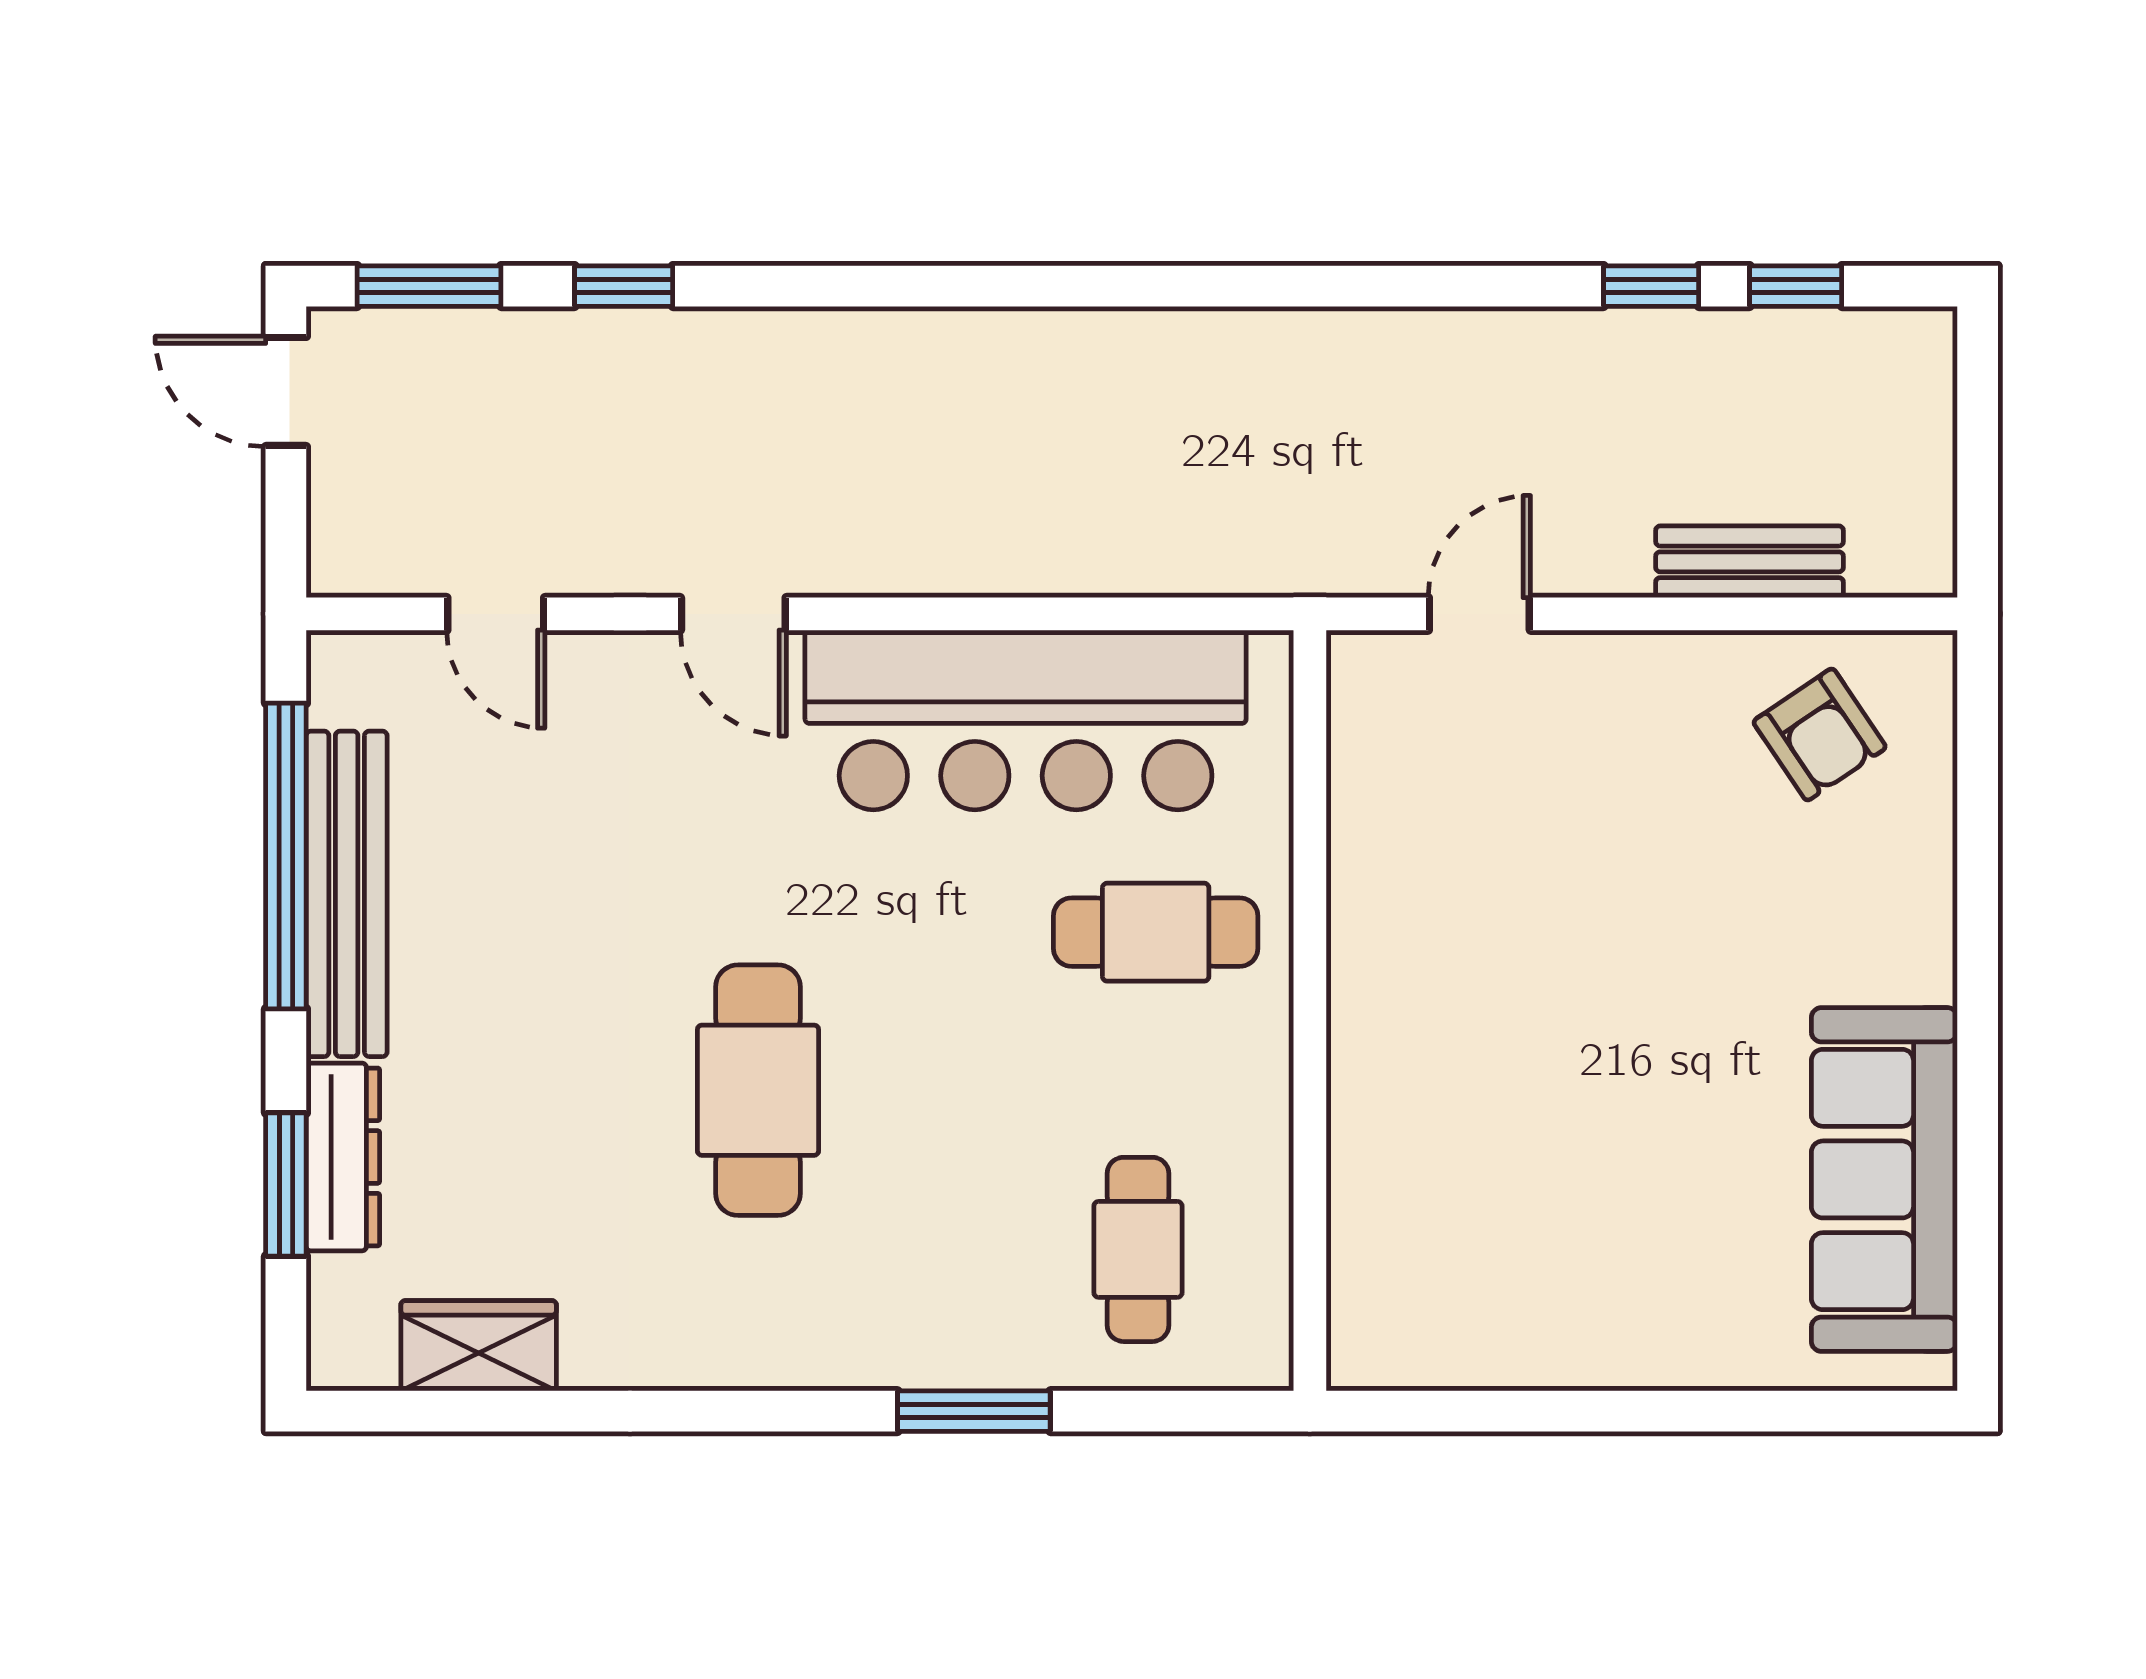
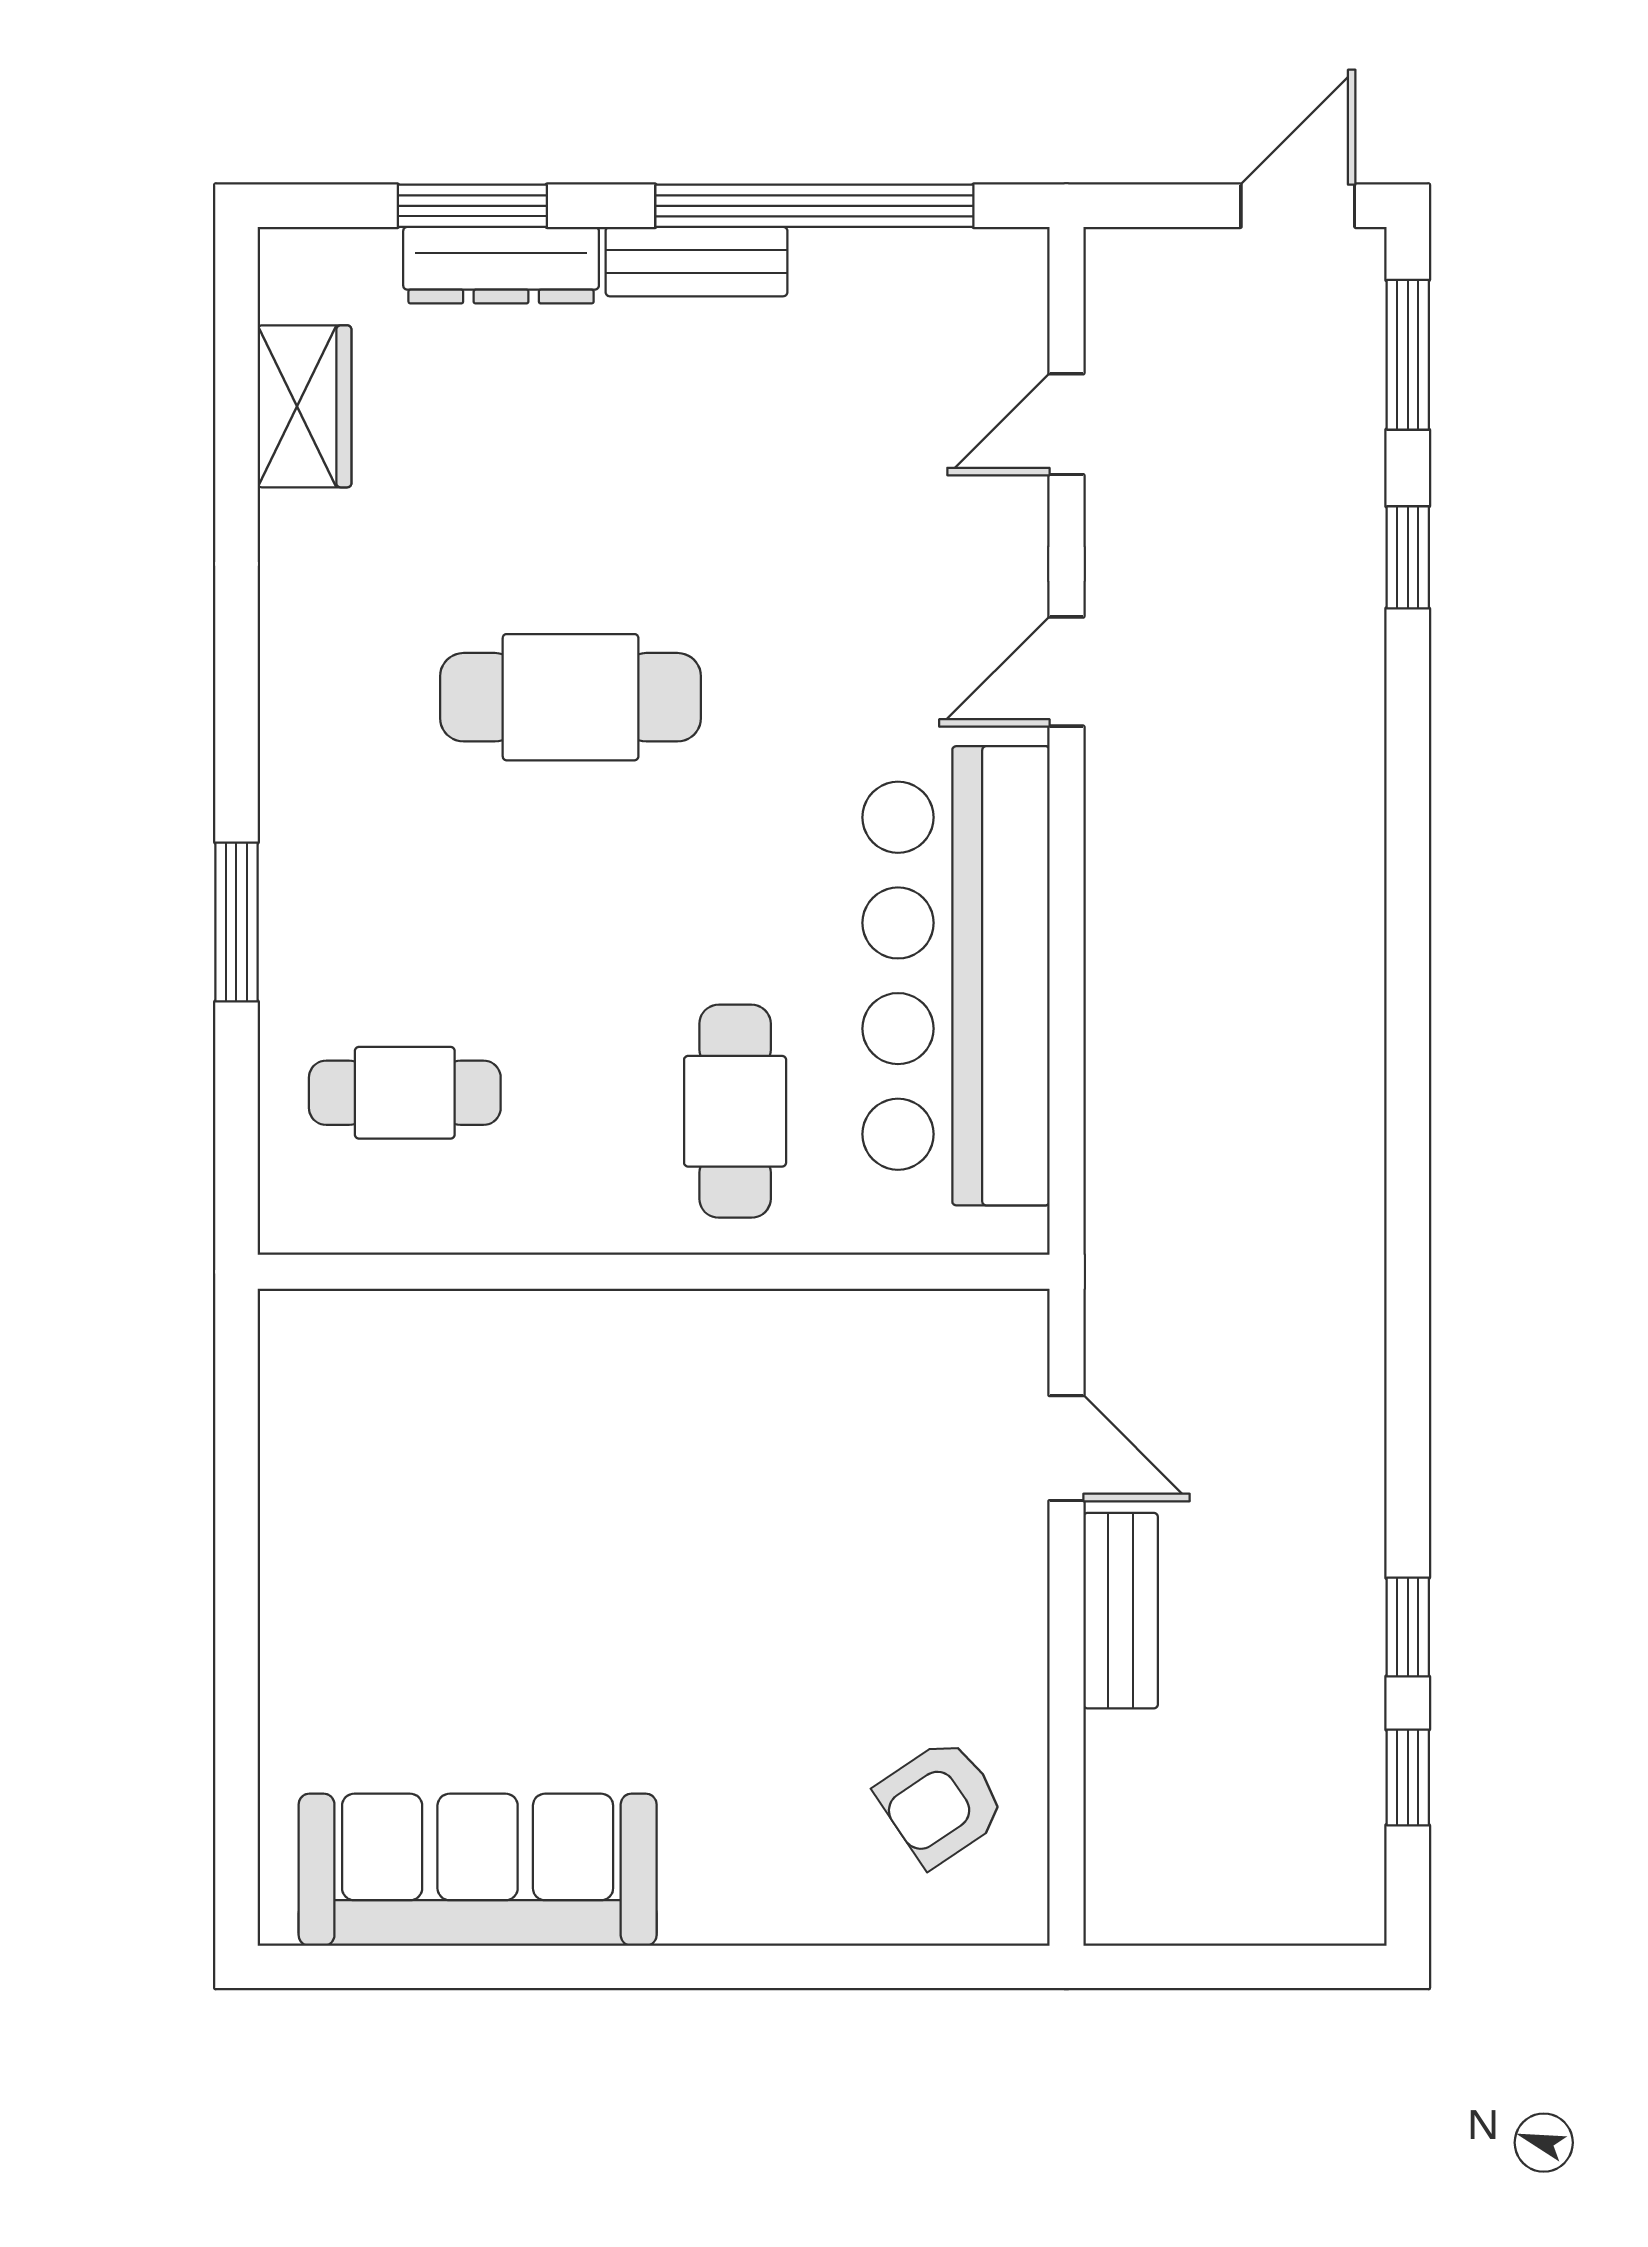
bench: (1749, 562) -> (1121, 1611), moved
bench: (347, 894) -> (696, 262), width x0.54, depth x0.82

